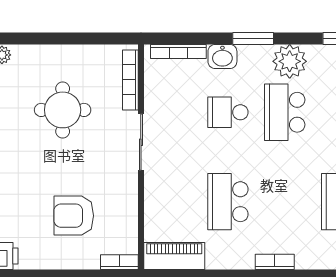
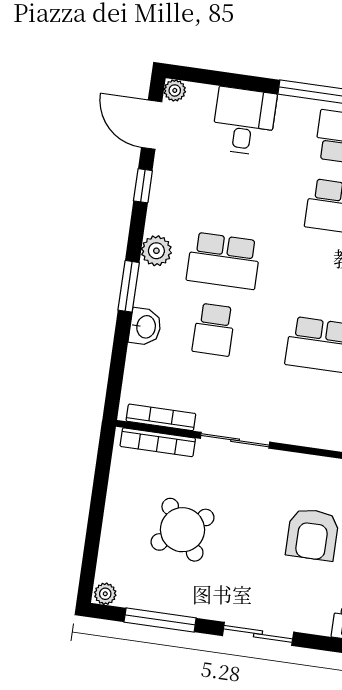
bookcase: (178, 51) -> (161, 417), moved, turned -90
plant: (290, 61) -> (156, 251), width x0.73, depth x0.73
round table: (63, 110) -> (182, 530), turned -36

